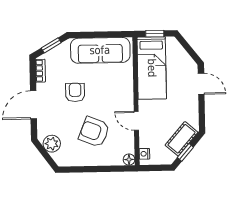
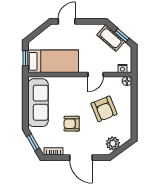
armchair: (94, 132) -> (104, 109), turned -44

